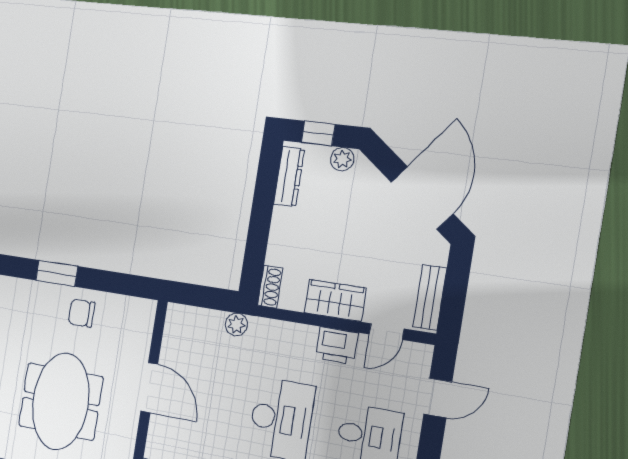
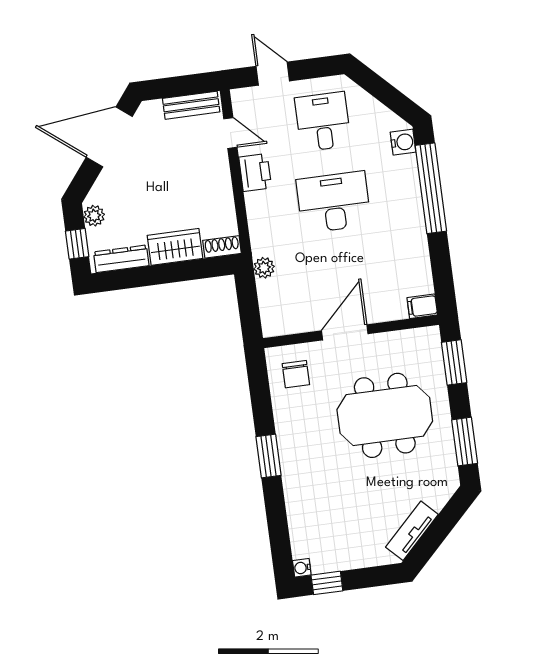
wardrobe: (335, 300) -> (175, 247), moved, turned 90
chair: (82, 313) -> (296, 374), moved

